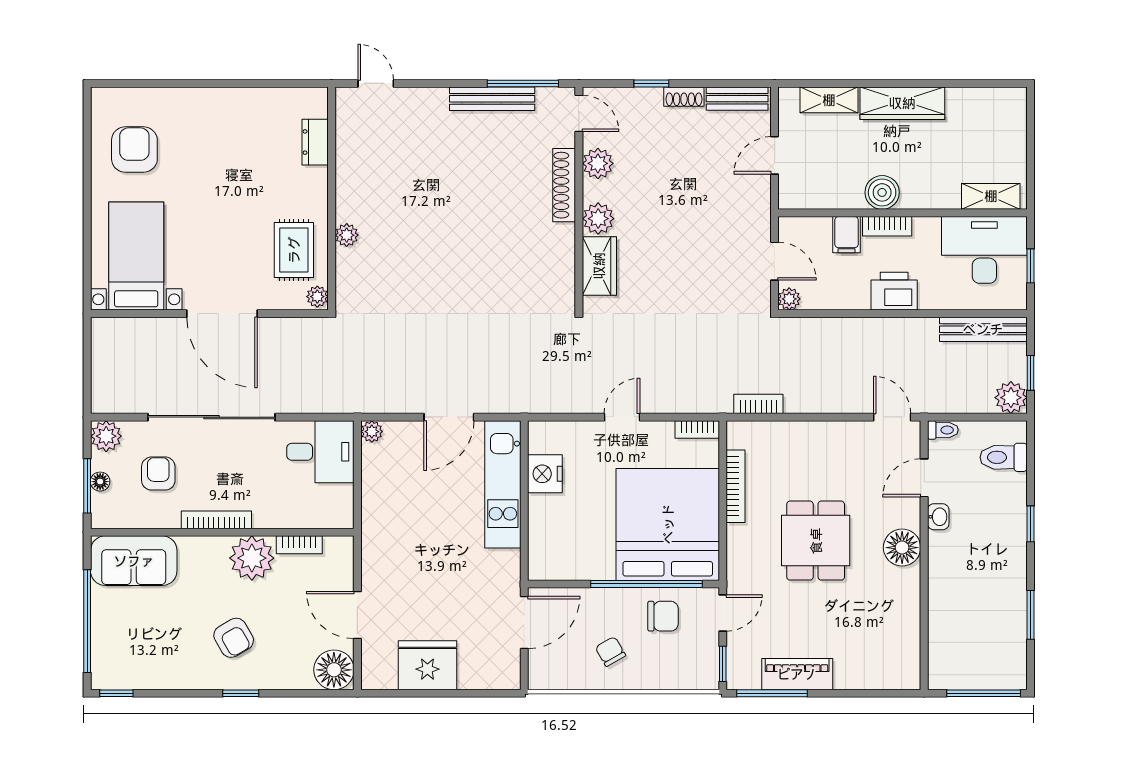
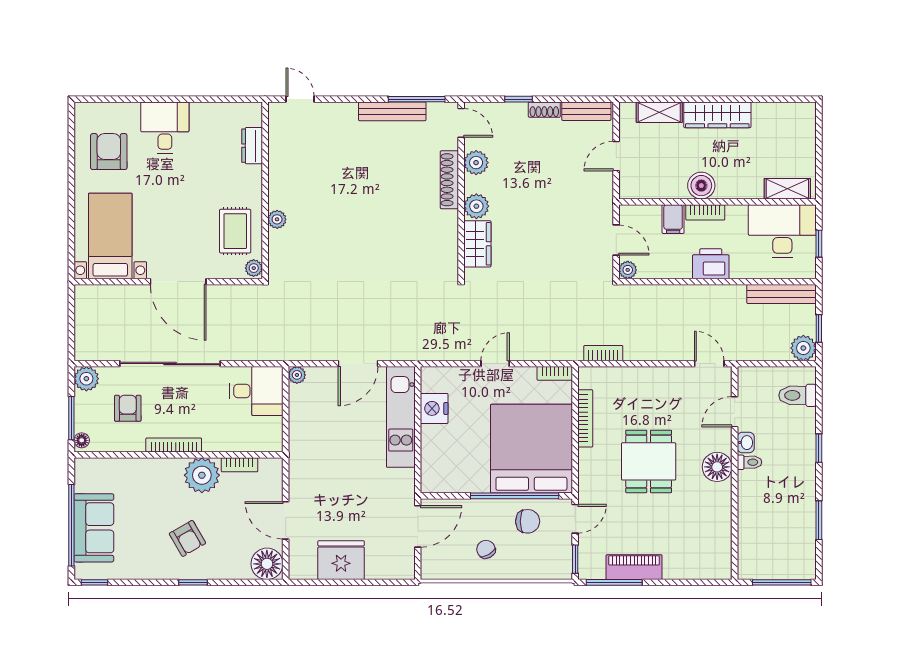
desk: (205, 120) -> (165, 128), added
toilet: (943, 430) -> (749, 462), moved
floor lamp: (100, 482) -> (82, 440), moved
sofa: (134, 561) -> (94, 528), moved, turned -90

